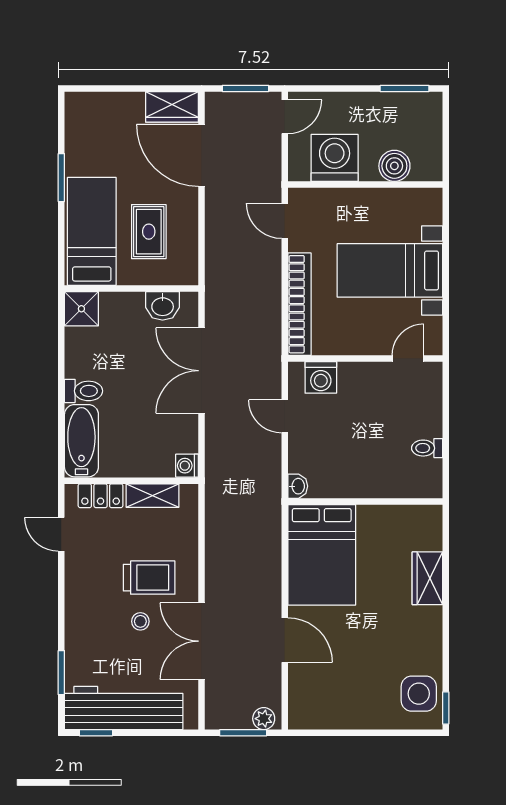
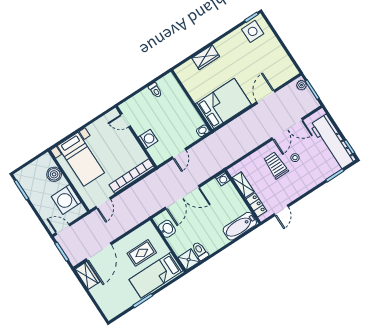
bed with nightstands: (390, 270) -> (81, 159), moved
washing machine: (321, 377) -> (148, 139), moved
toilet: (84, 391) -> (200, 251), moved

